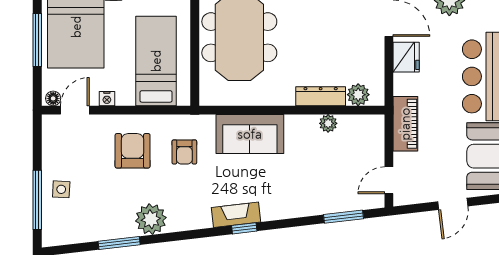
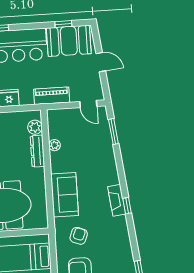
armchair: (184, 152) -> (79, 236), turned -69
plant: (151, 219) -> (123, 254), removed
window: (244, 228) -> (127, 206), moved

